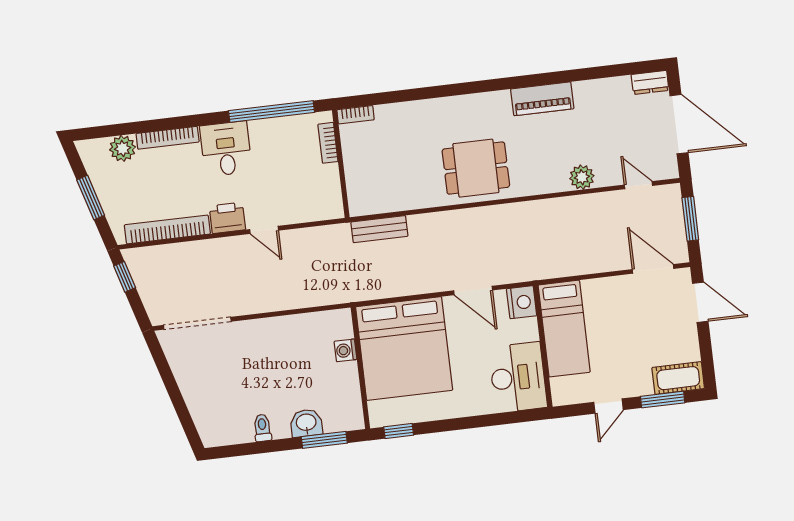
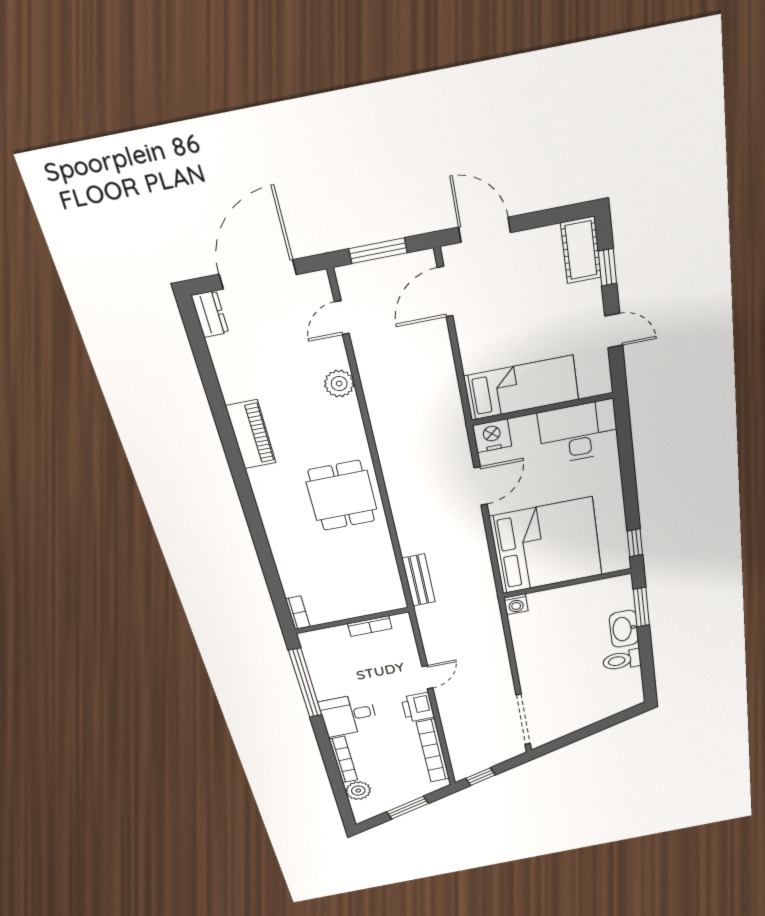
bookcase: (328, 143) -> (370, 626), moved
door: (700, 302) -> (485, 230), hinge flipped
washing machine: (345, 350) -> (516, 604), moved
window: (663, 400) -> (607, 267), width x0.67
washbasin: (306, 423) -> (624, 629), width x1.38
toilet: (262, 428) -> (622, 660), width x1.37, depth x1.39

